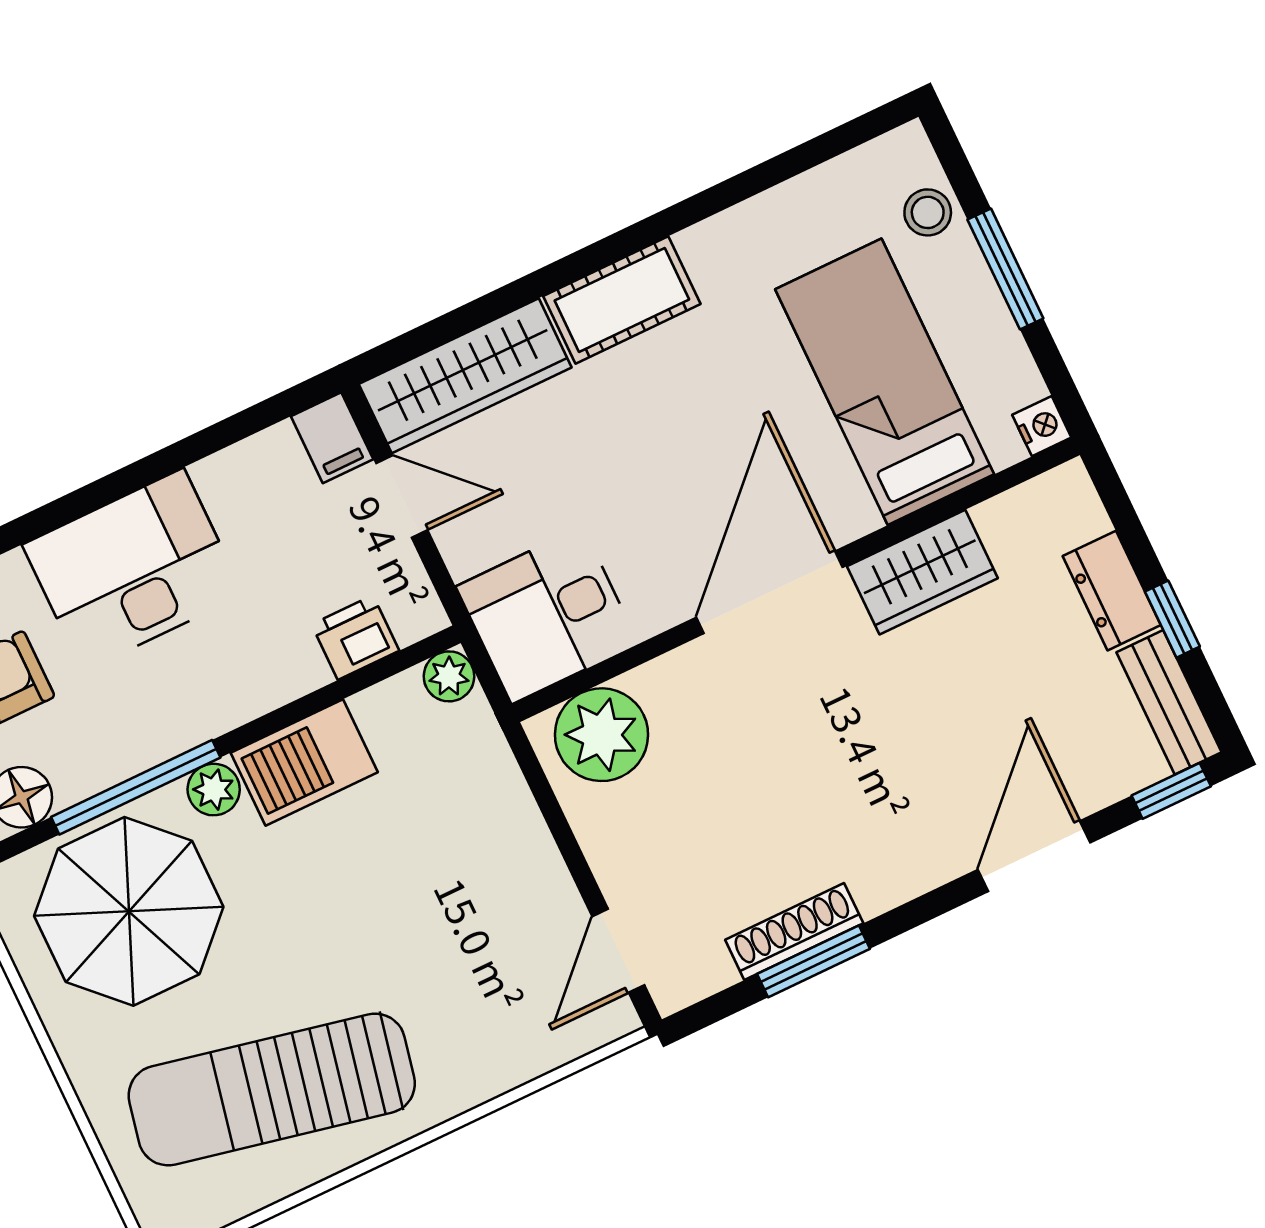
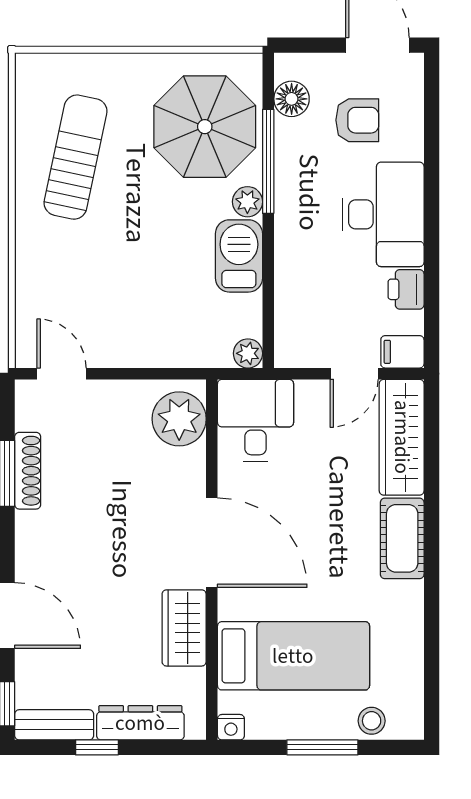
dresser: (1112, 591) -> (140, 723), width x1.44
printer: (355, 637) -> (406, 289), moved, turned 180
sun lounger: (272, 1090) -> (76, 157), width x0.73, depth x0.75

